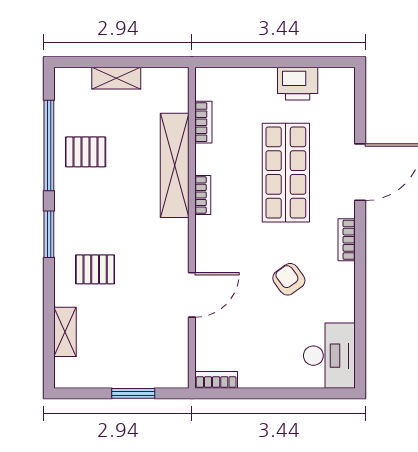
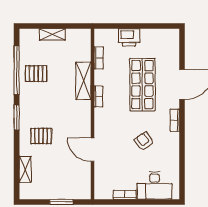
printer: (298, 84) -> (129, 37), moved
shelving: (175, 165) -> (83, 81), width x0.68
door: (192, 295) -> (93, 150), swing flipped
desk: (329, 356) -> (155, 186), moved, turned 90
bookcase: (216, 380) -> (125, 195), moved

